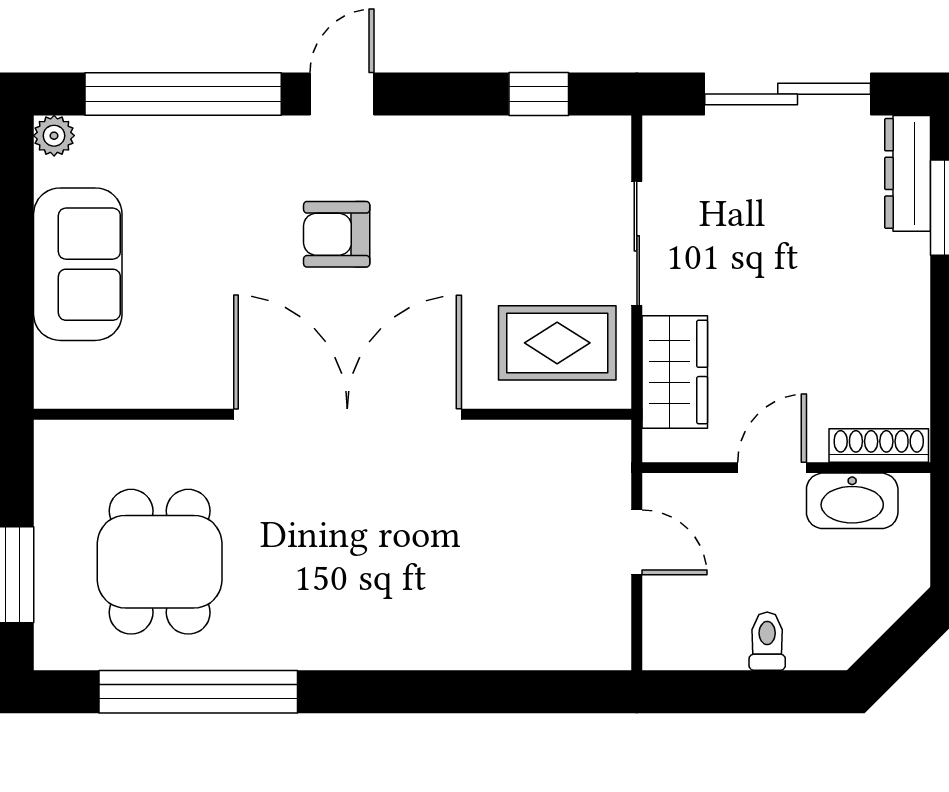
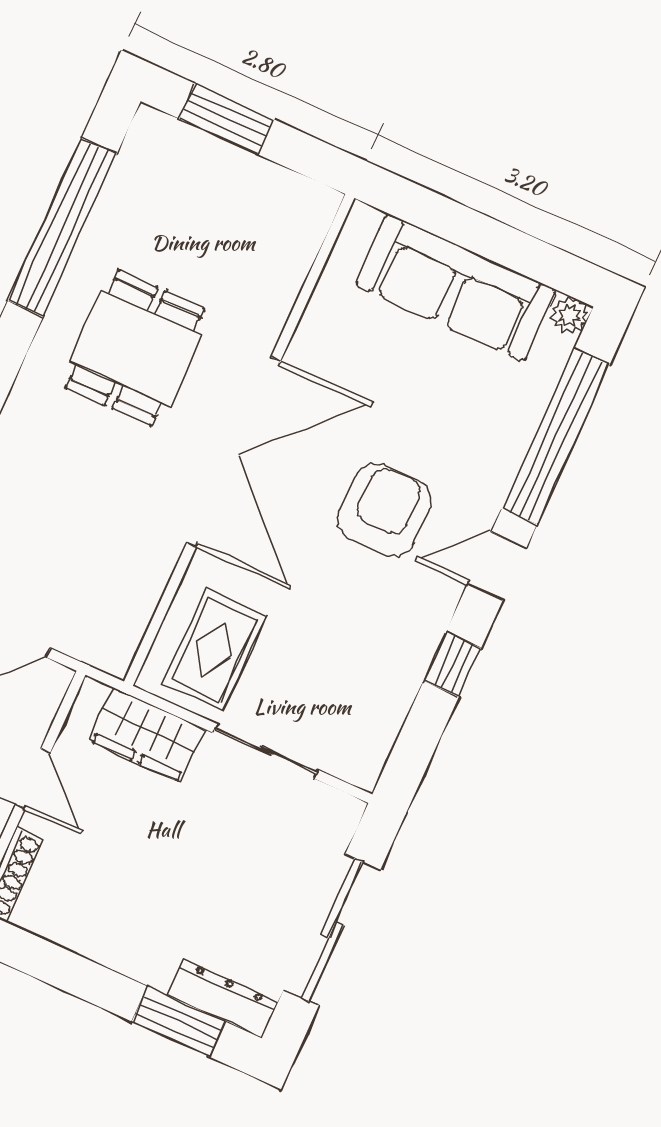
door: (342, 94) -> (497, 566), swing flipped
window: (539, 94) -> (452, 664), moved
armchair: (337, 234) -> (384, 510), width x1.38, depth x1.38
sofa: (78, 264) -> (456, 287), width x1.36
dining table: (160, 562) -> (135, 348), moved, turned 90

